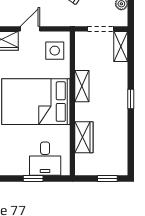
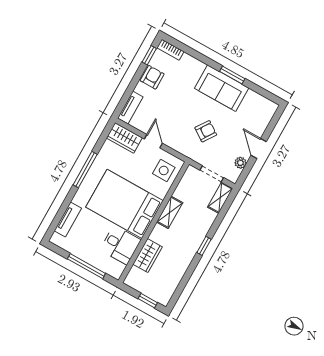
door: (30, 29) -> (153, 141), hinge flipped
desk: (45, 159) -> (120, 245), moved, turned -90
window: (33, 179) -> (86, 266), width x2.17

